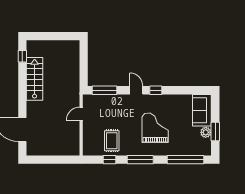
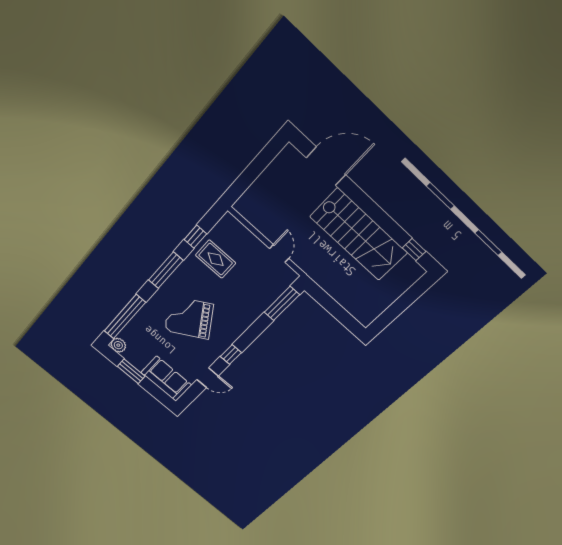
stairs: (35, 79) -> (359, 235), width x1.36, depth x1.51
door: (136, 90) -> (208, 378), moved
grand piano: (155, 128) -> (189, 318), turned 148
plant: (206, 132) -> (118, 345), moved

